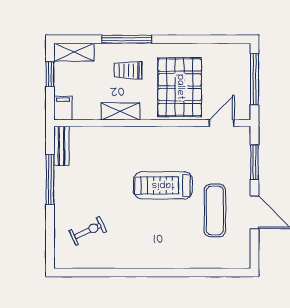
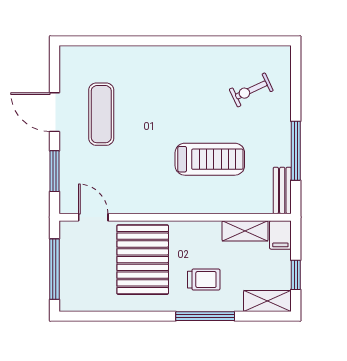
shelving: (121, 112) -> (245, 231), moved
door: (222, 123) -> (93, 217), swing flipped
treadmill: (163, 185) -> (210, 159), moved

